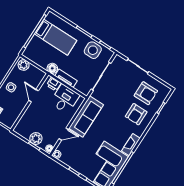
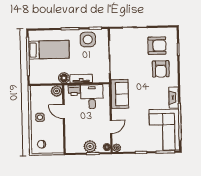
plant: (24, 65) -> (57, 91), moved
sofa: (86, 116) -> (120, 94), width x0.73

